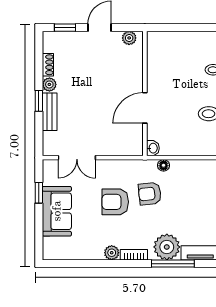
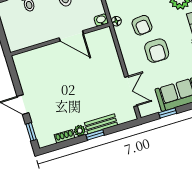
plant: (129, 38) -> (24, 79), removed
wall: (145, 93) -> (60, 39), moved
door: (145, 108) -> (71, 36), moved
washbasin: (153, 148) -> (101, 20), moved

